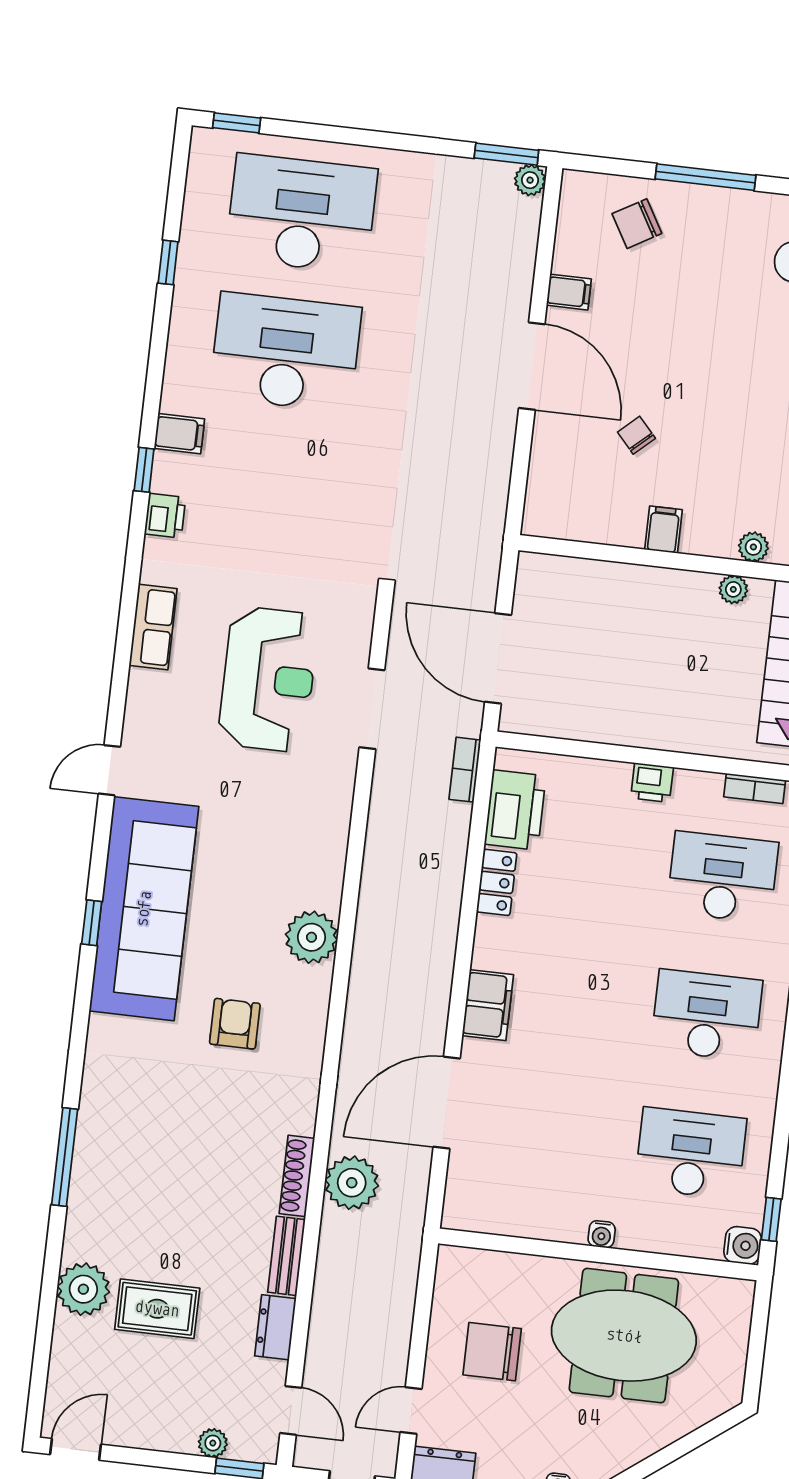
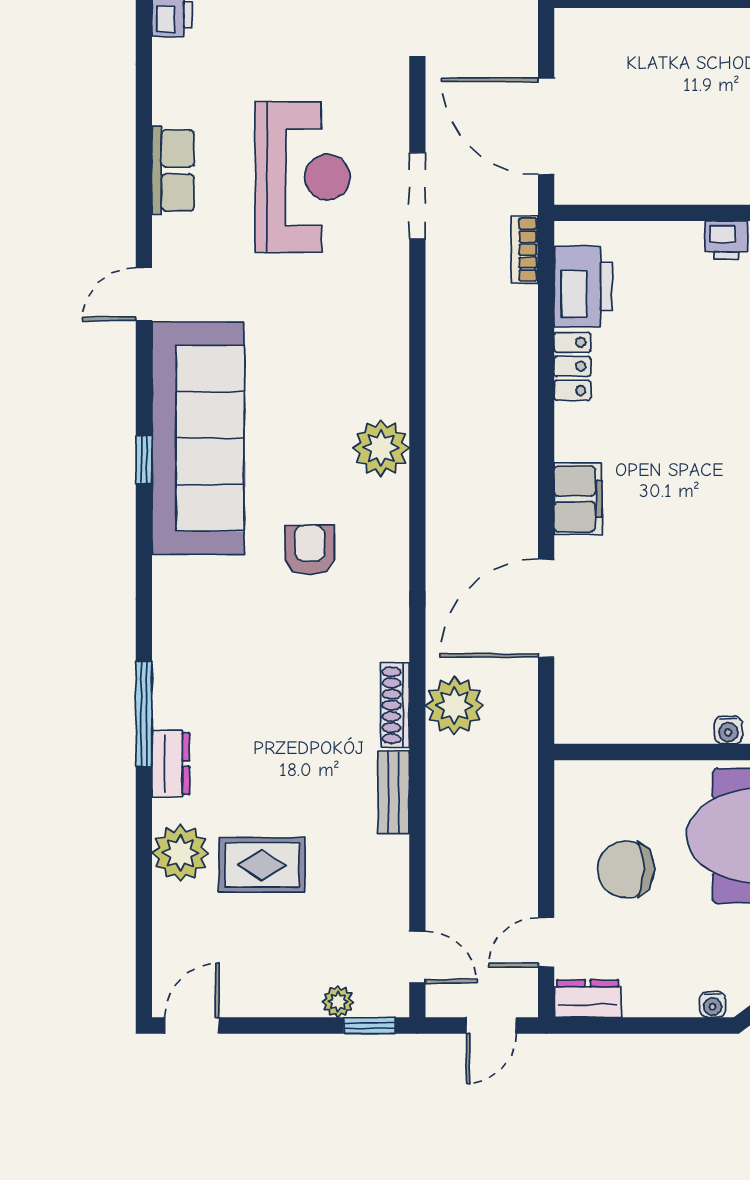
row of seats: (153, 627) -> (173, 171), moved
dresser: (275, 1327) -> (171, 764), moved, turned 180

